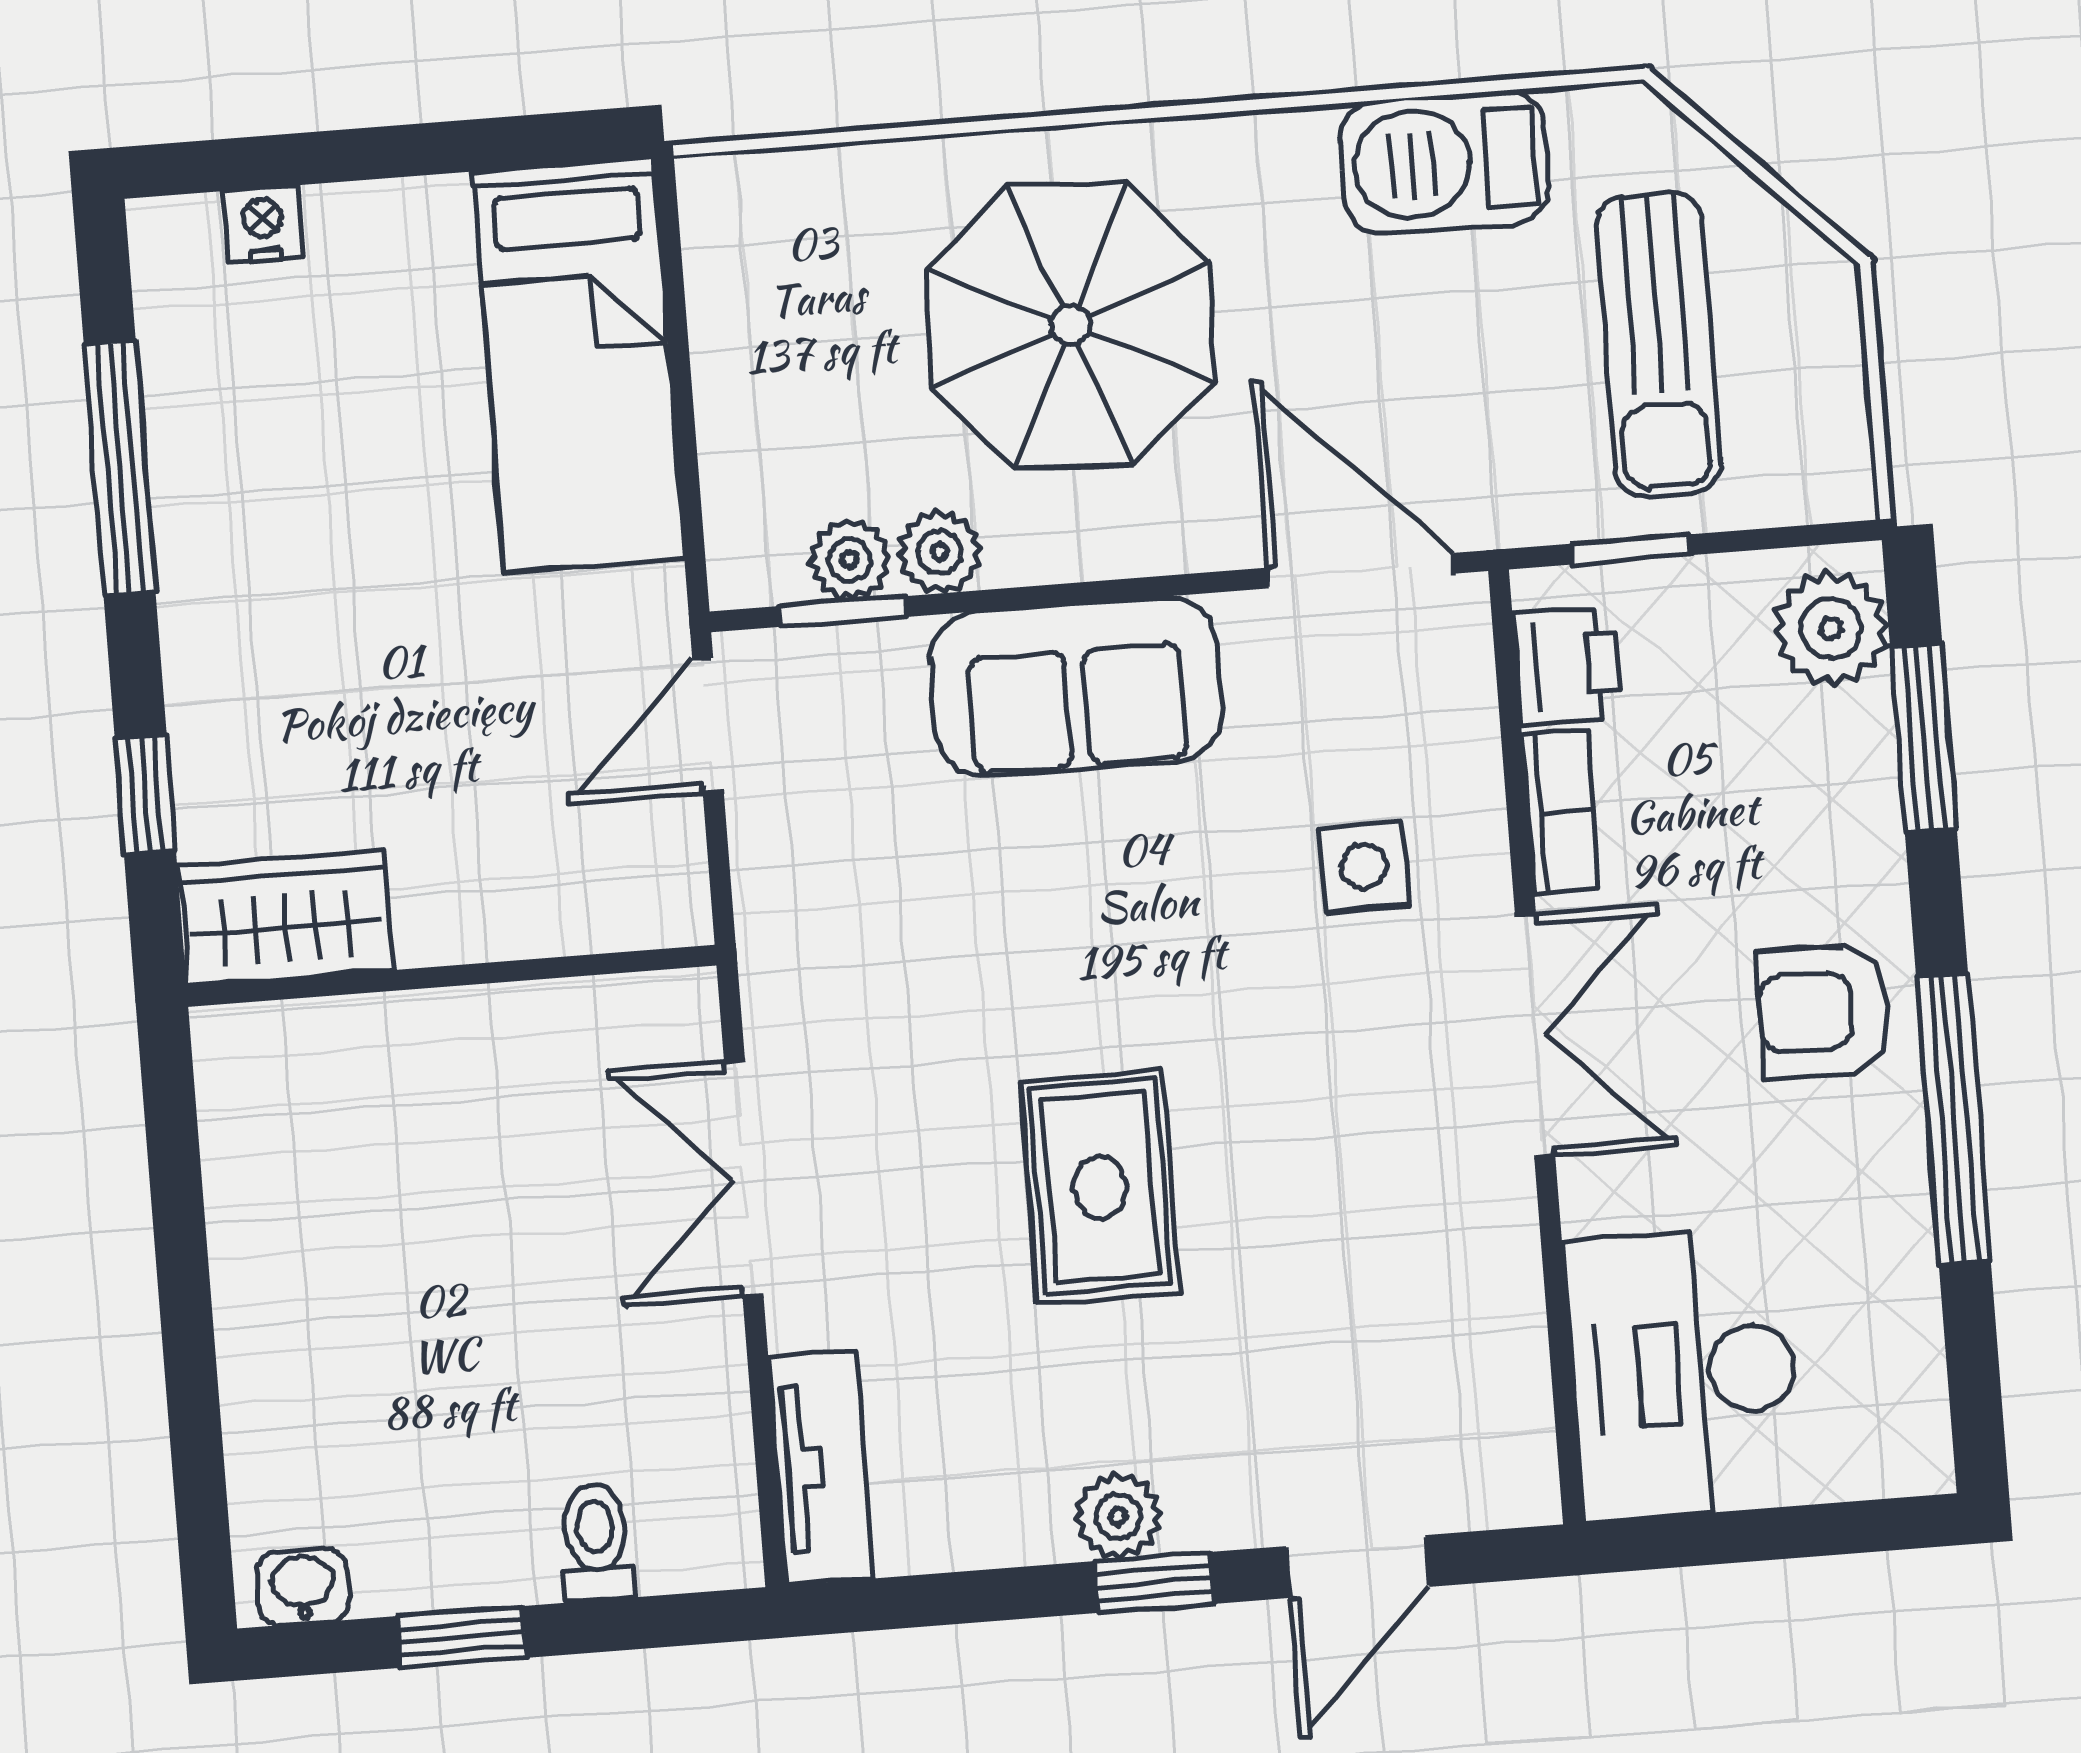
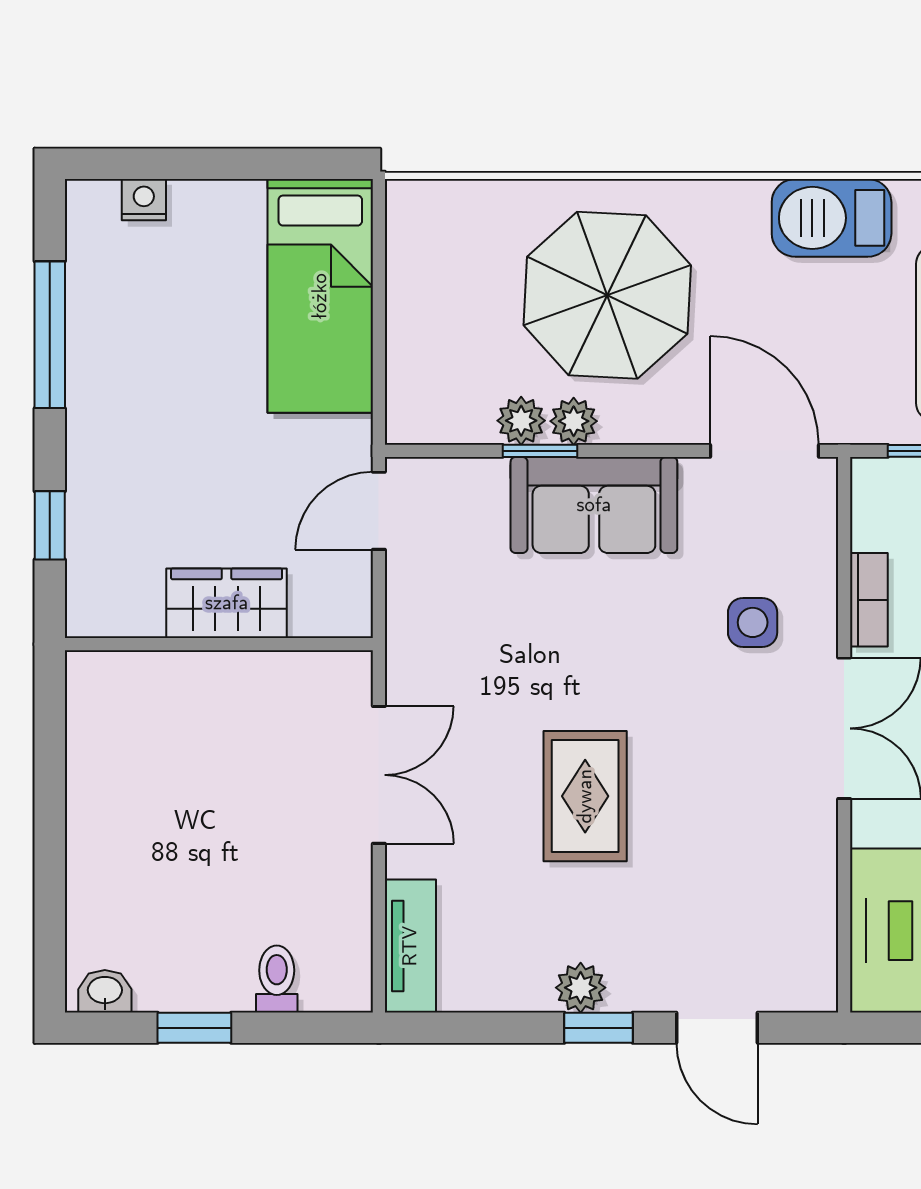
plant: (850, 560) -> (574, 421), moved
window: (843, 611) -> (540, 451), moved
printer: (1568, 666) -> (880, 515), removed
wardrobe: (286, 918) -> (227, 603), moved
double door: (744, 1179) -> (379, 775), swing flipped
door: (1358, 1566) -> (717, 1028), hinge flipped

